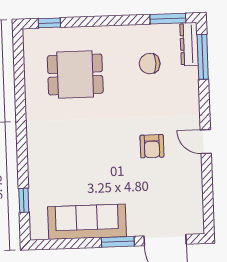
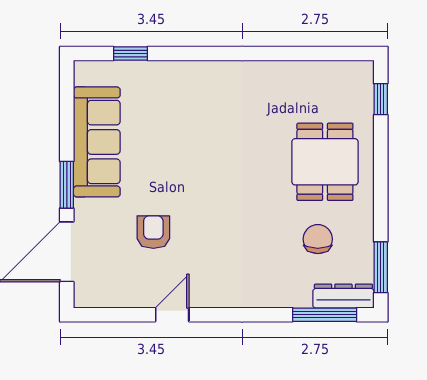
dining table: (75, 74) -> (325, 162), moved
door: (206, 142) -> (172, 315), moved
armchair: (152, 146) -> (153, 232), moved, turned 90

